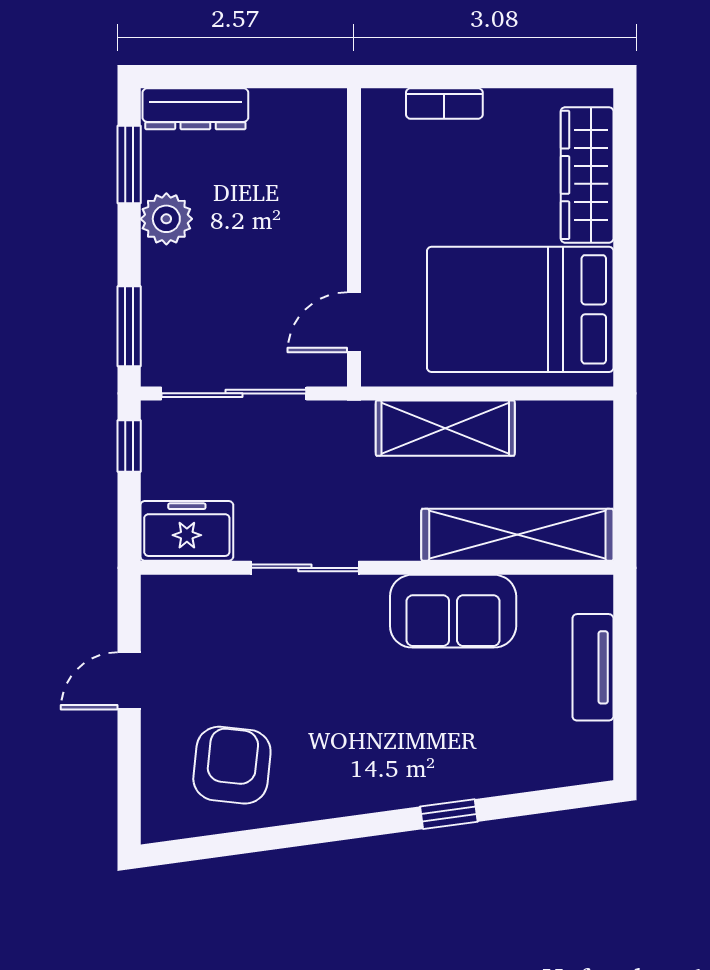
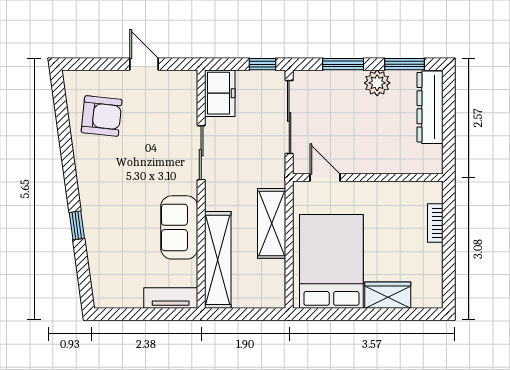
dresser: (195, 109) -> (430, 107), width x1.37, depth x1.24
wardrobe: (587, 175) -> (388, 295), width x0.67
window: (129, 326) -> (343, 64), moved
tv unit: (593, 667) -> (171, 298), moved

